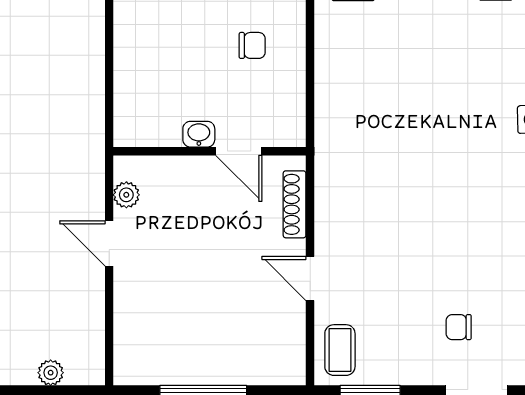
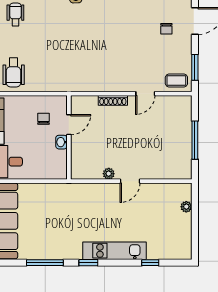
washbasin: (199, 134) -> (61, 142), moved
wall: (210, 151) -> (69, 137), moved
door: (239, 151) -> (69, 125), moved

